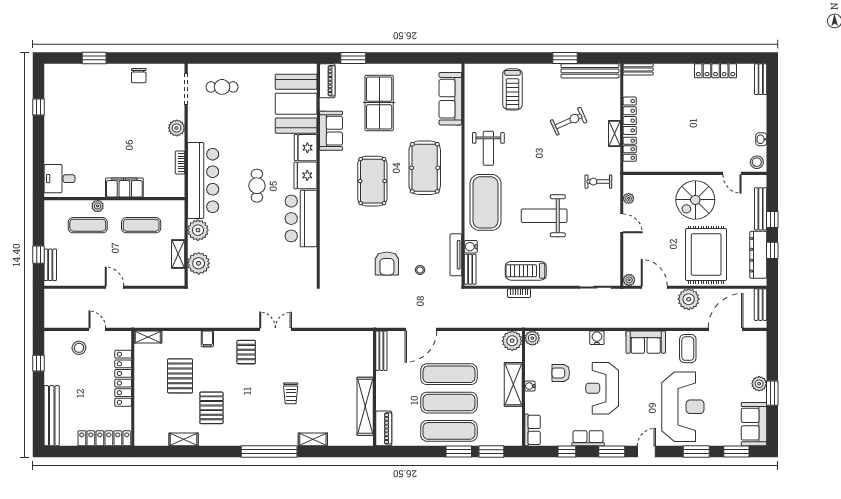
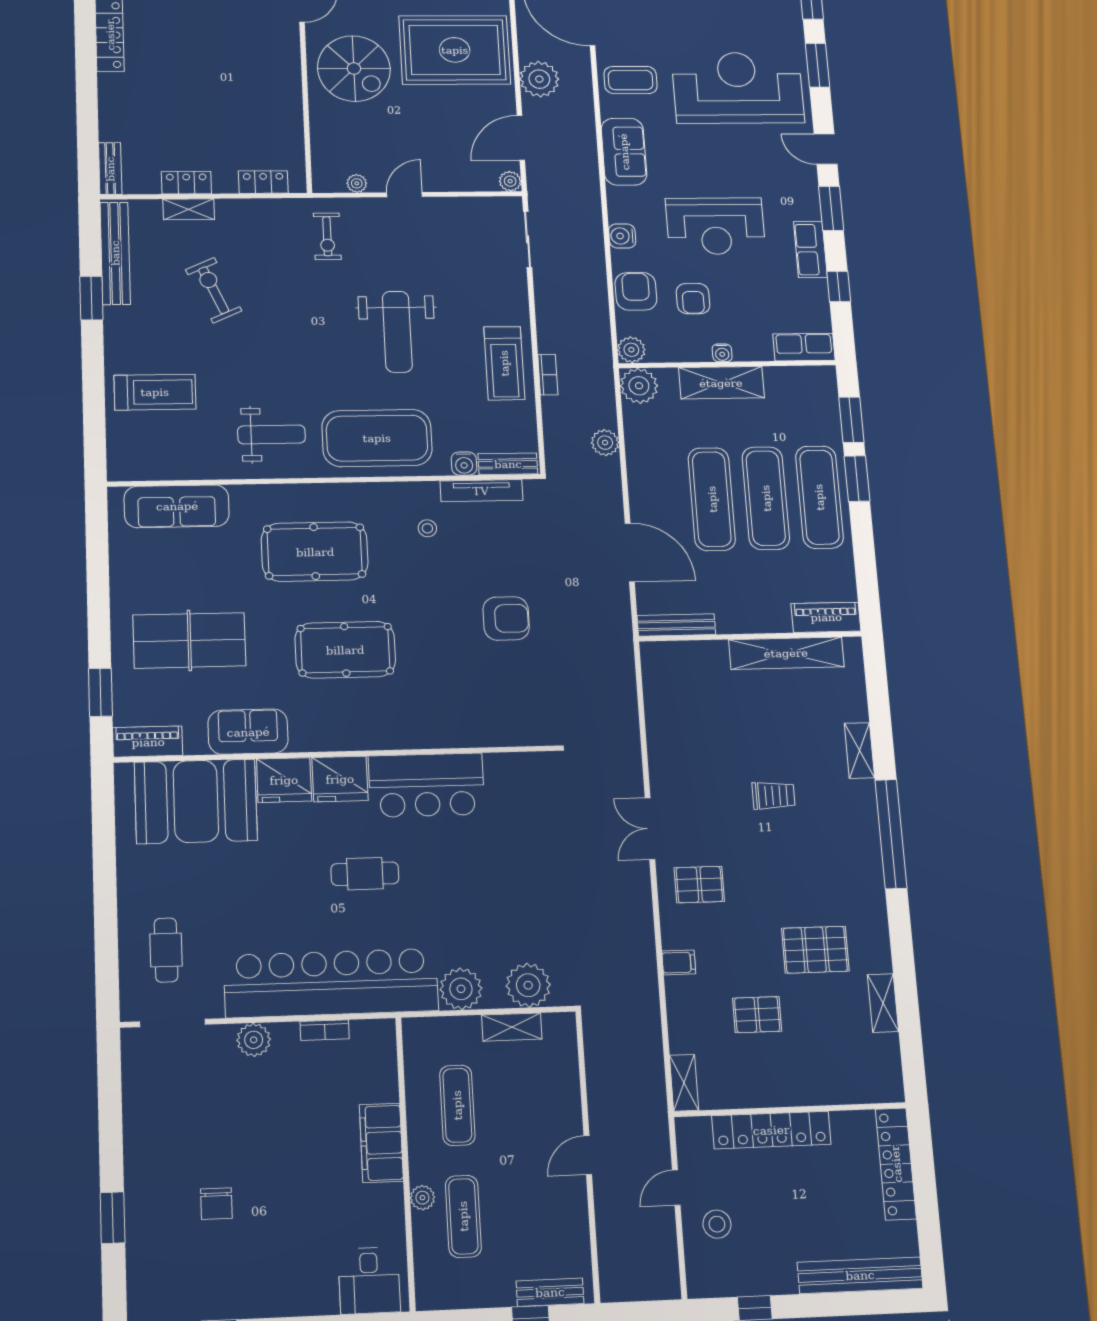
chair: (139, 76) -> (216, 1204), moved, turned 90
locker: (630, 116) -> (186, 183), width x0.66
shelving: (614, 134) -> (189, 209), moved
bar counter: (203, 180) -> (331, 983), width x1.36
stool: (420, 270) -> (427, 528), moved
plant: (481, 321) -> (605, 443), added
armchair: (565, 343) -> (636, 291), added
pallet: (180, 376) -> (757, 1015), width x0.67, depth x0.71

